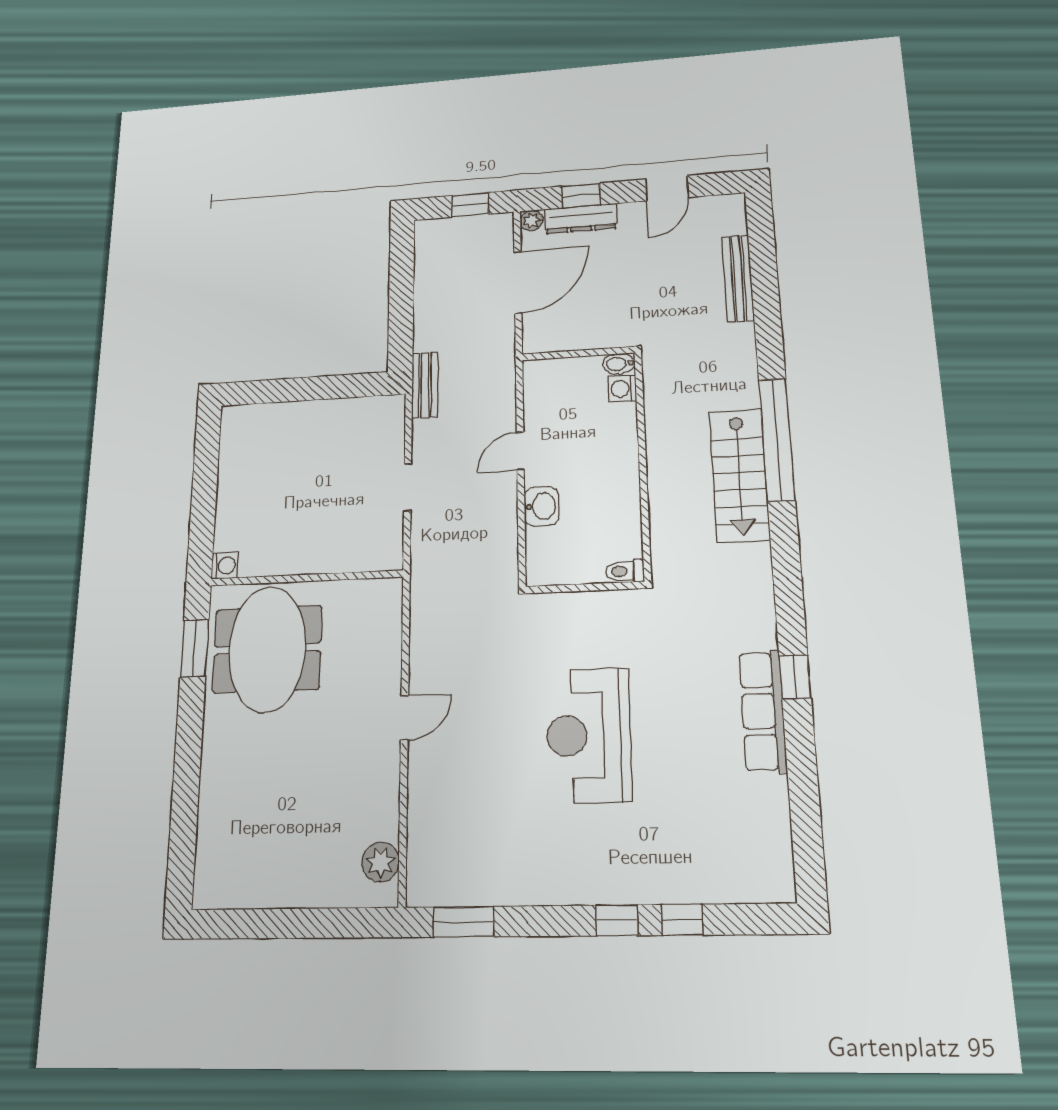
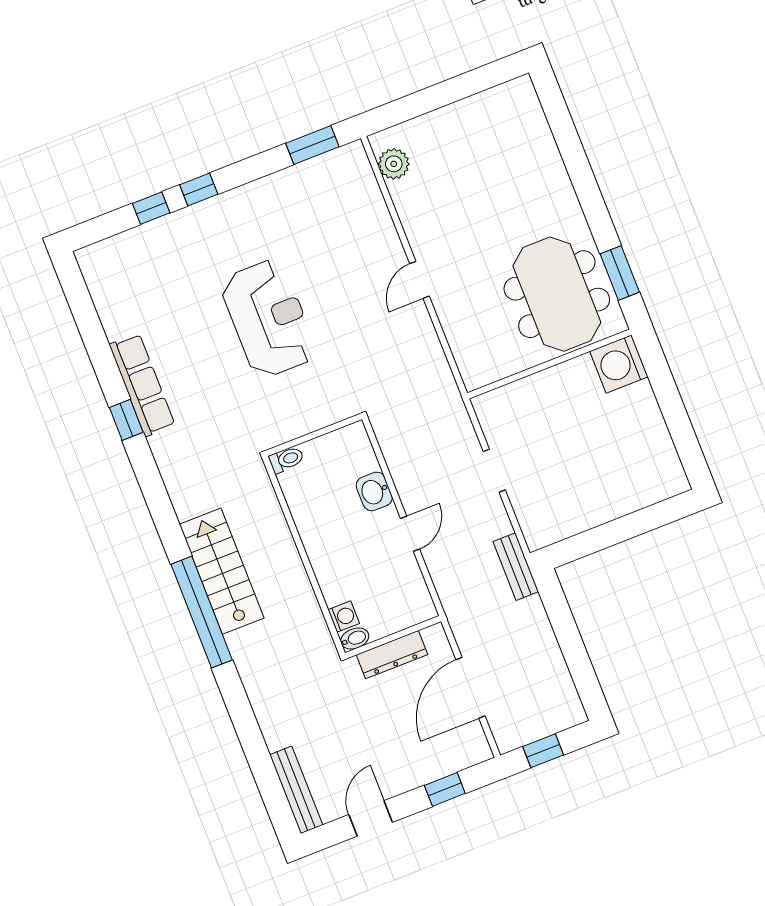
dresser: (581, 219) -> (392, 655), moved, turned 180
plant: (531, 220) -> (481, 752), removed
bench: (738, 278) -> (296, 790), moved
washing machine: (225, 566) -> (619, 364), width x1.89, depth x1.89

